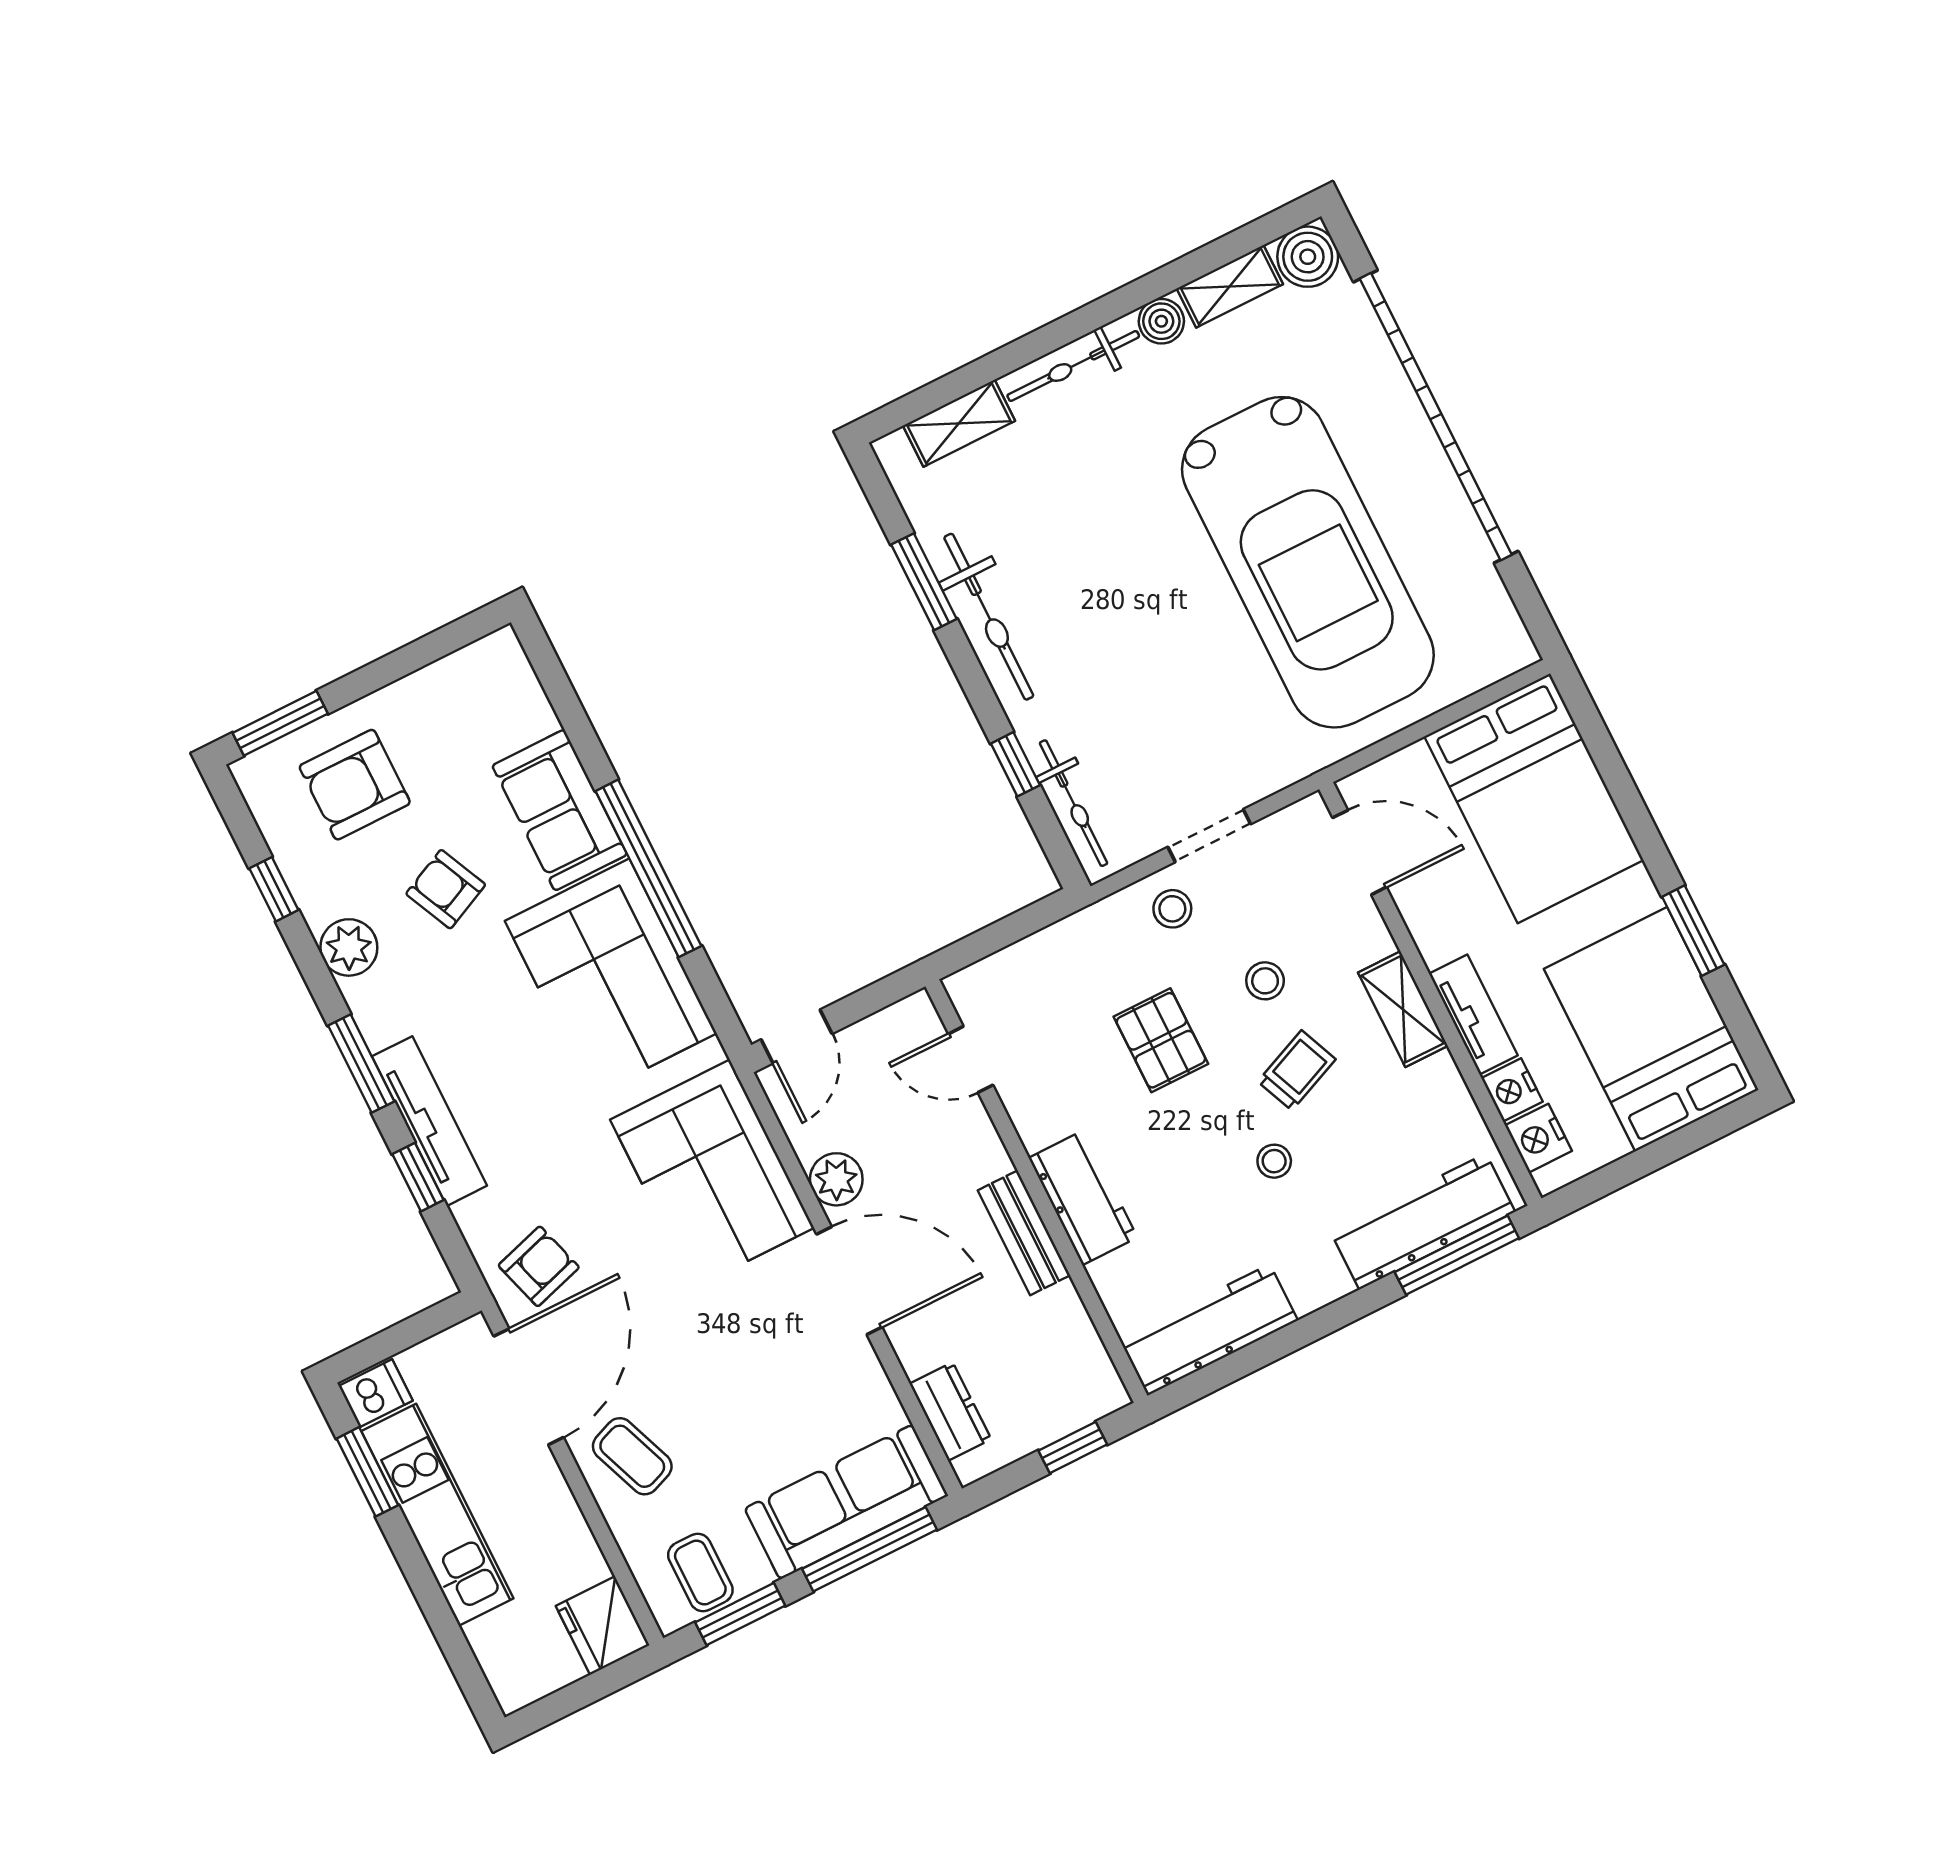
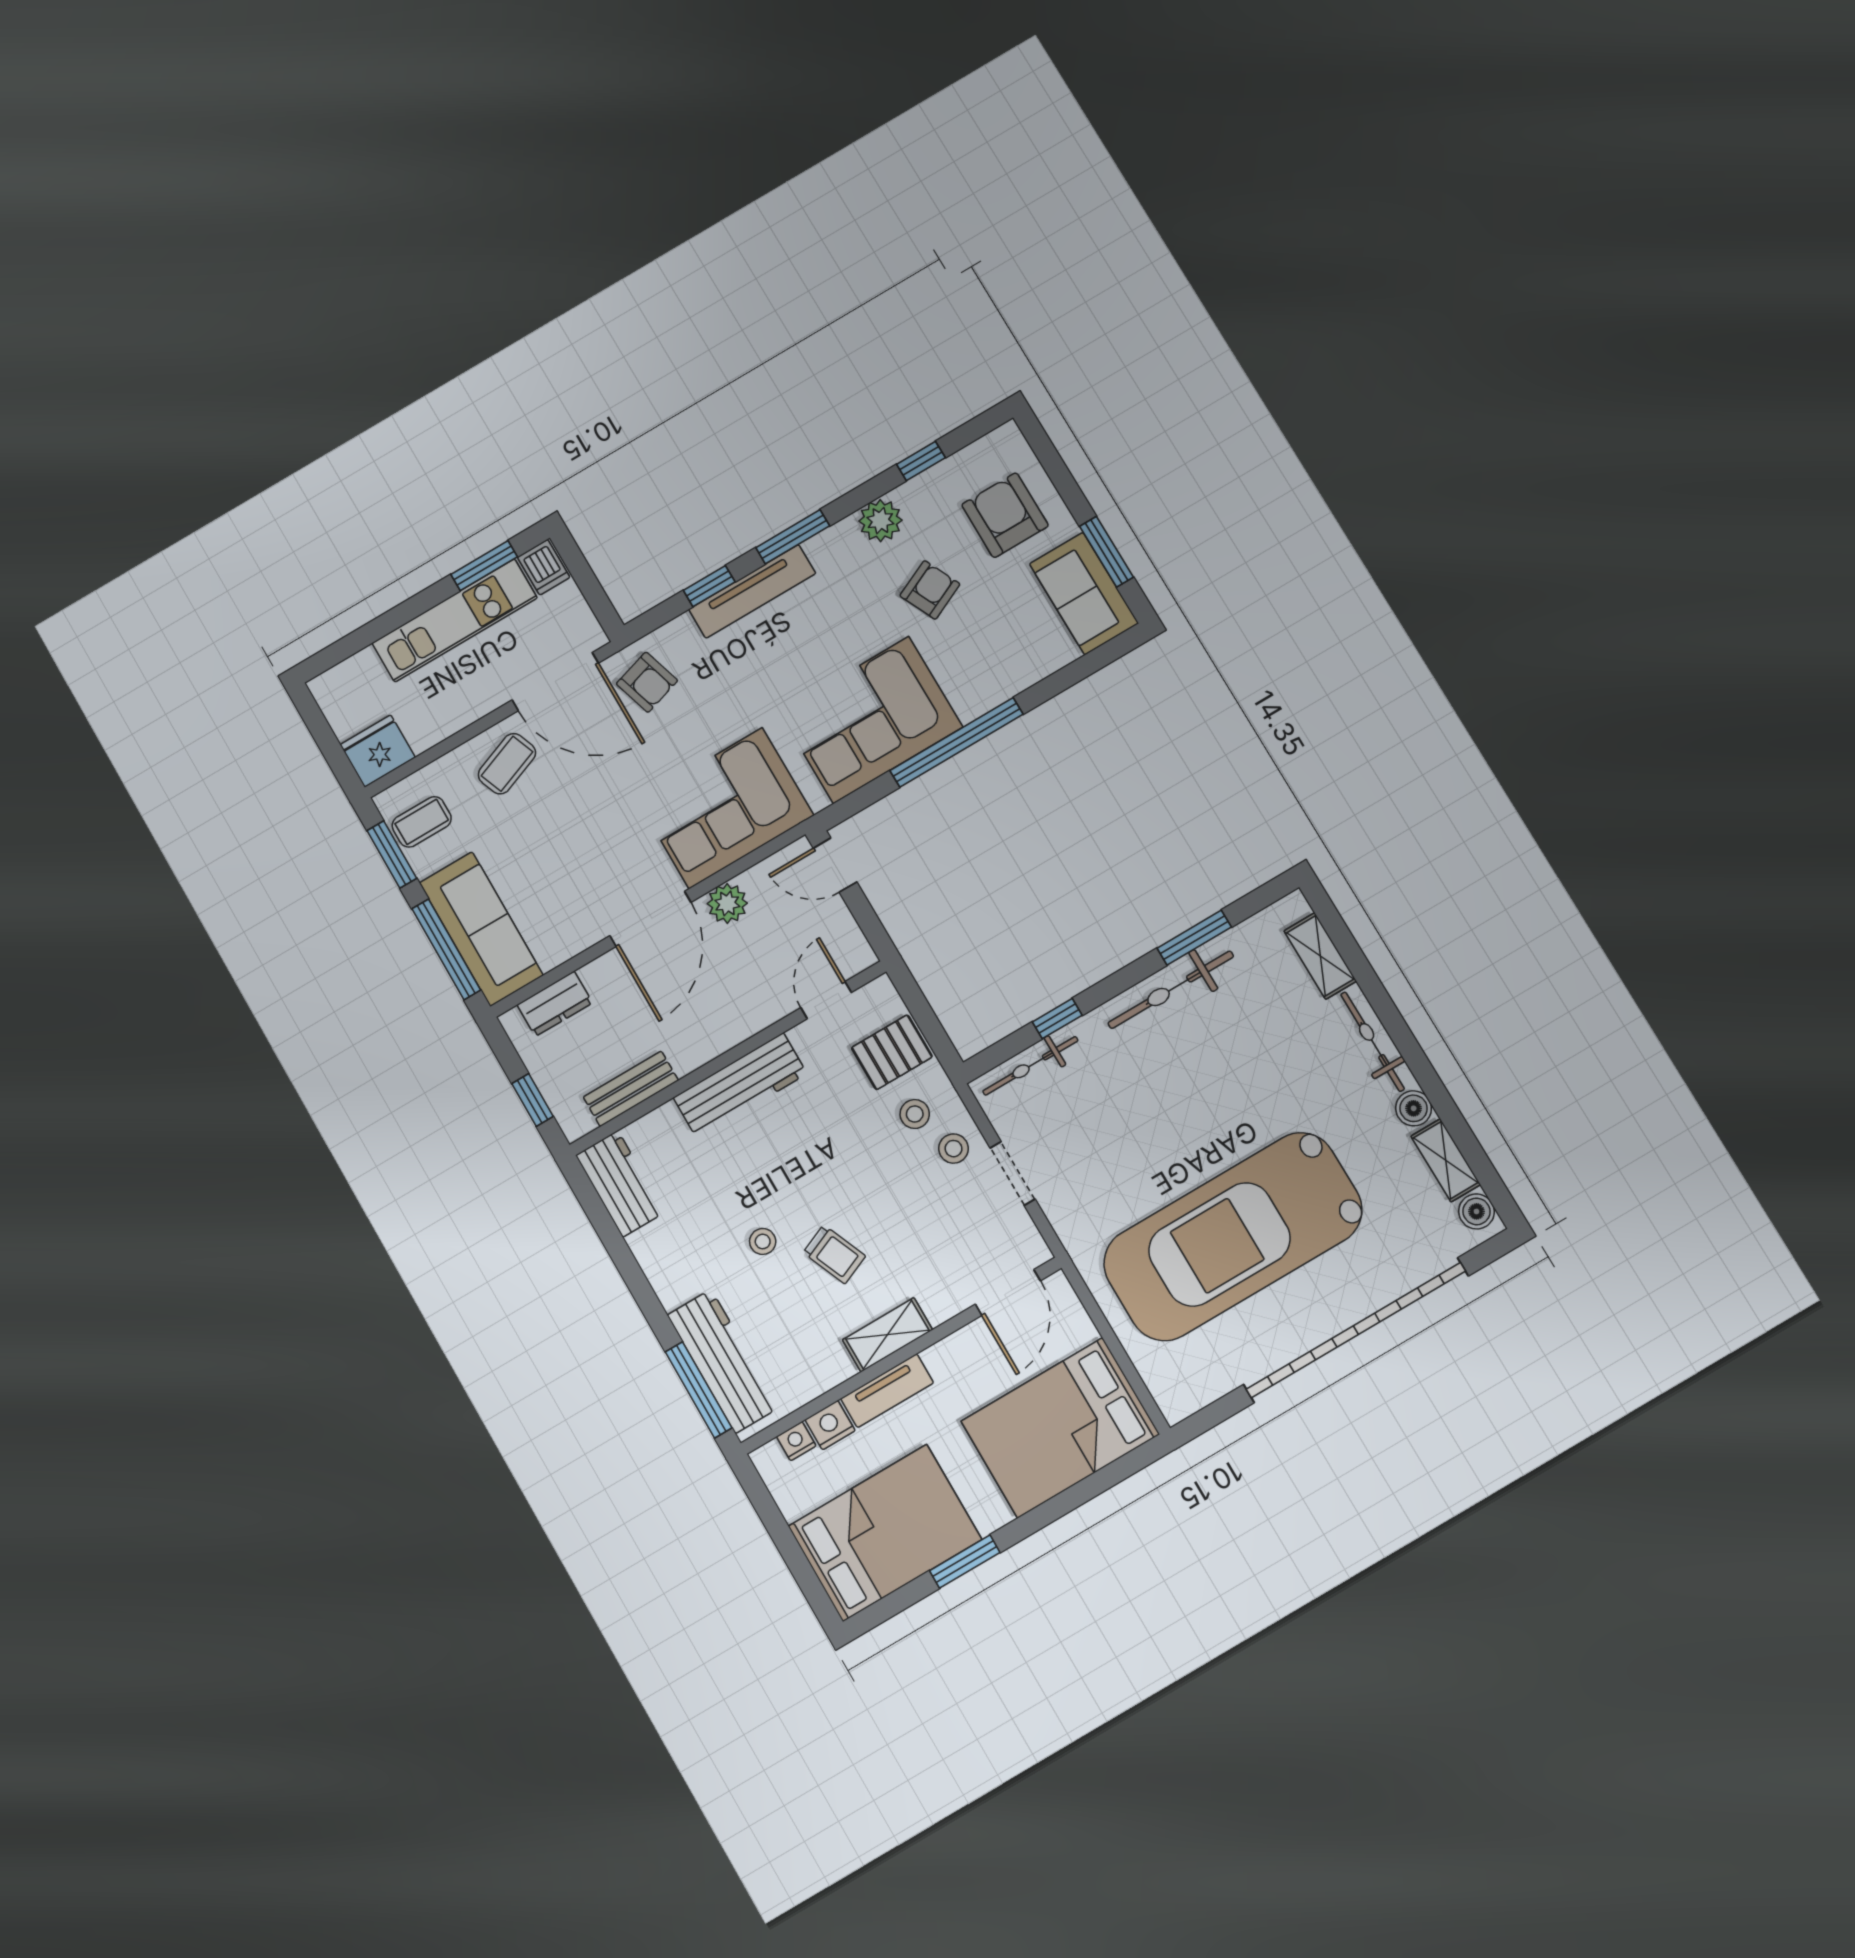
boiler: (1308, 257) -> (1476, 1211), width x0.73, depth x0.73
window: (280, 723) -> (1106, 552), moved
sofa: (560, 810) -> (1084, 594), moved, turned -90
stool: (1265, 981) -> (915, 1114), moved
pallet: (1161, 1040) -> (892, 1052), moved
nightstand: (1538, 1138) -> (796, 1441), width x0.72, depth x0.74
workbench: (1083, 1198) -> (740, 1086), width x1.38
bench: (1024, 1233) -> (631, 1089), moved
workbench: (1209, 1330) -> (620, 1184), width x0.73

